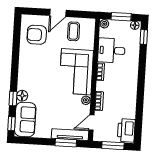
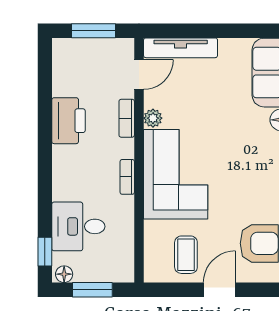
plant: (104, 24) -> (125, 274), removed
desk: (111, 50) -> (78, 226), moved, turned 180
printer: (126, 130) -> (68, 121), moved
window: (66, 143) -> (188, 31), removed

